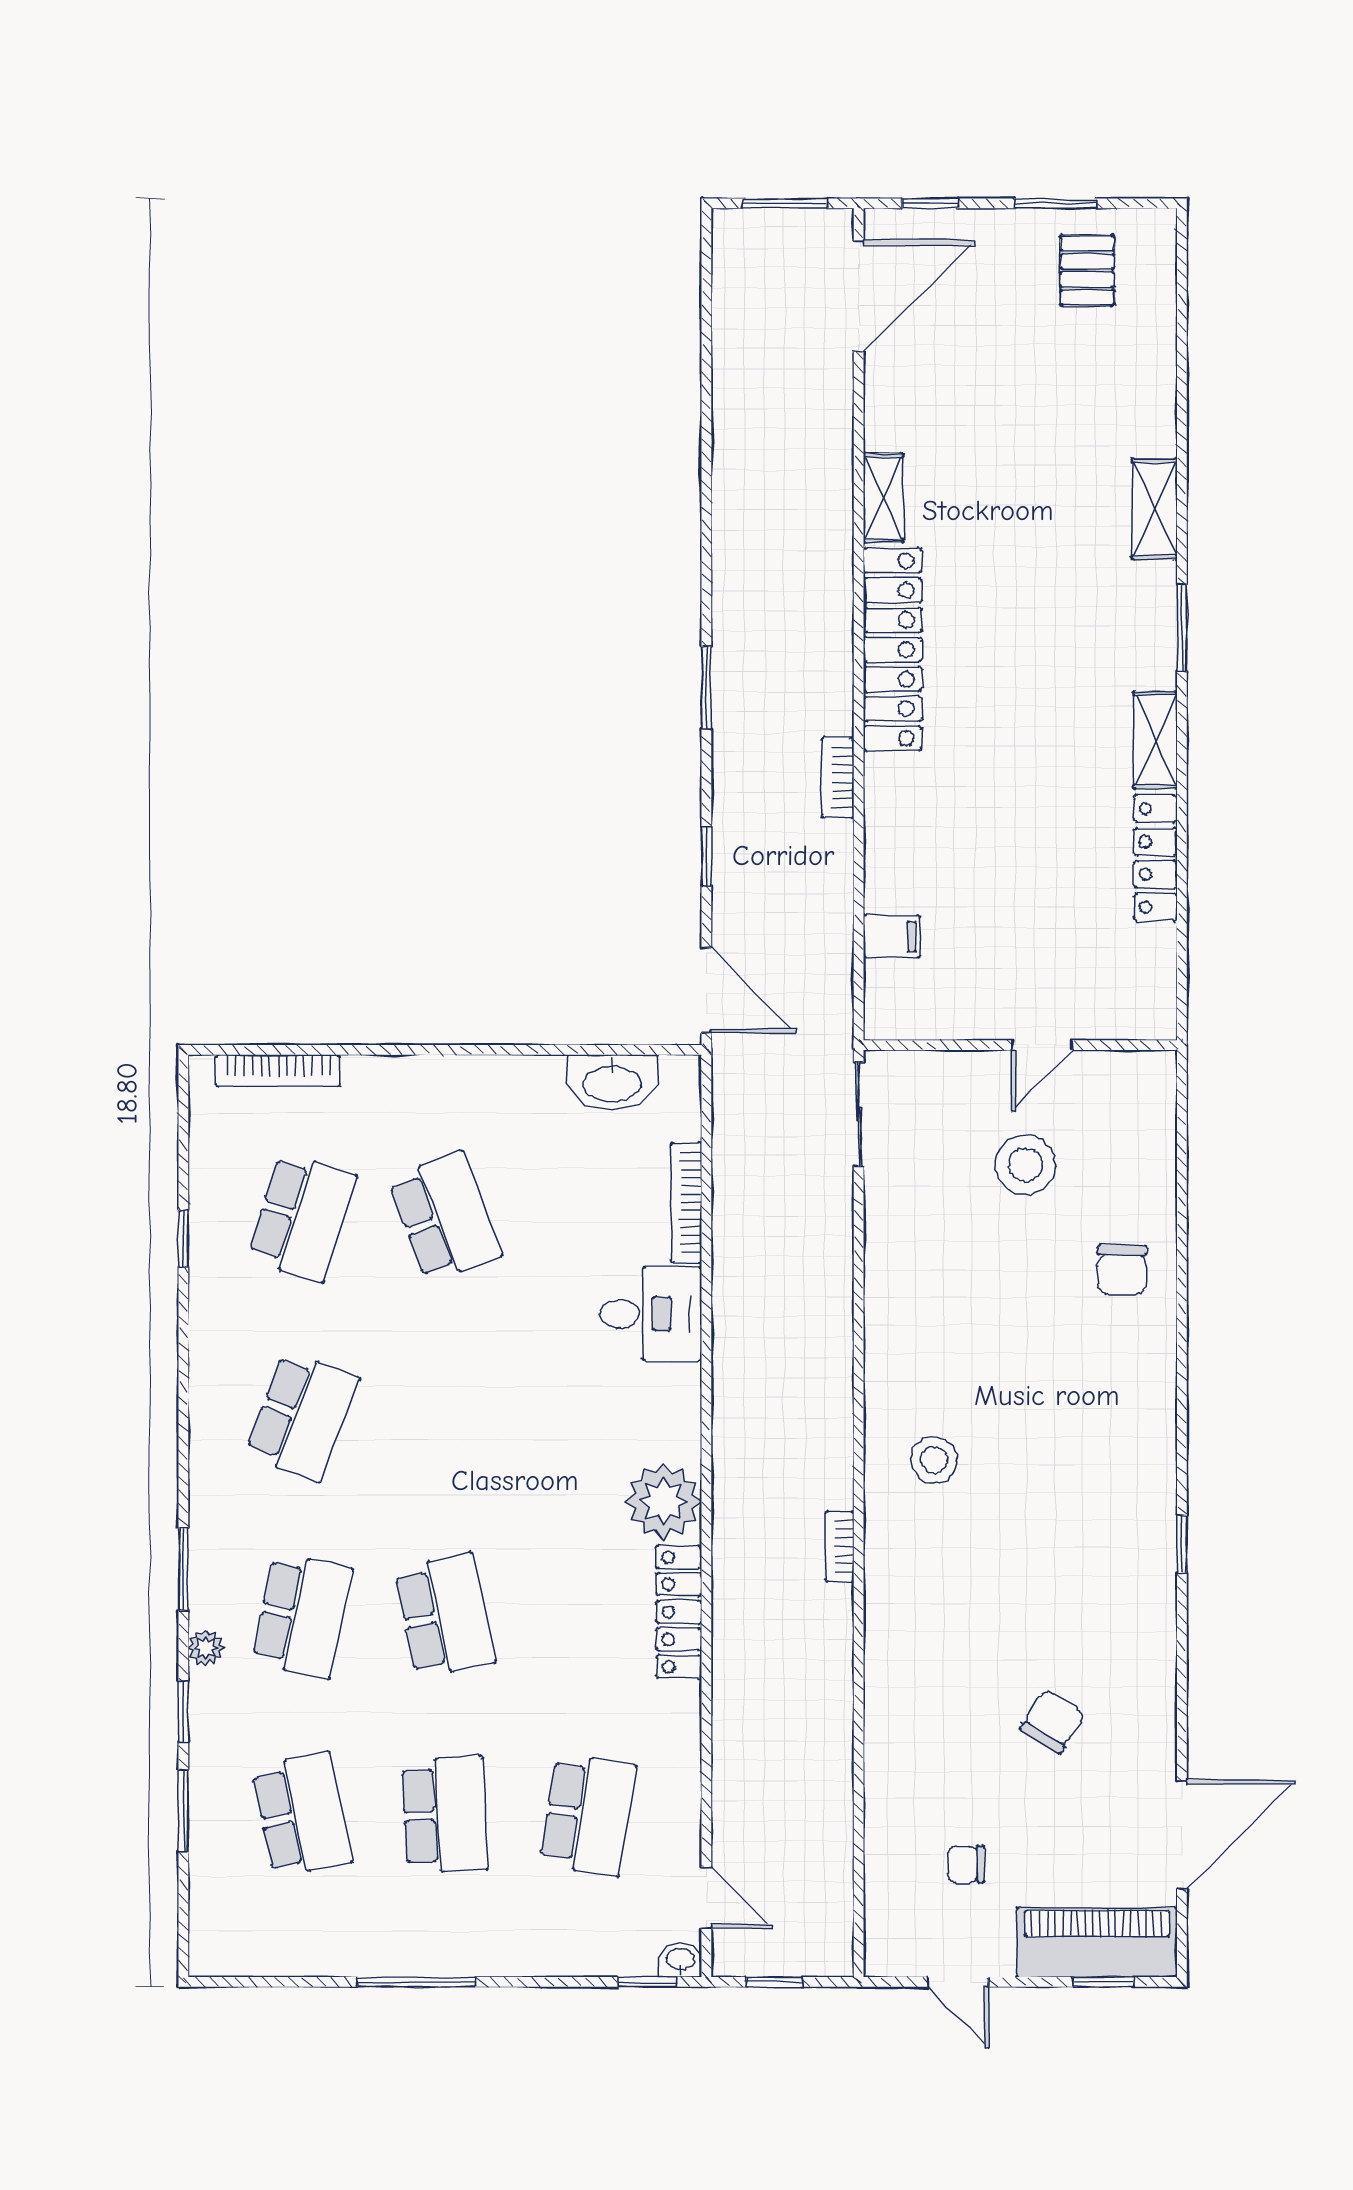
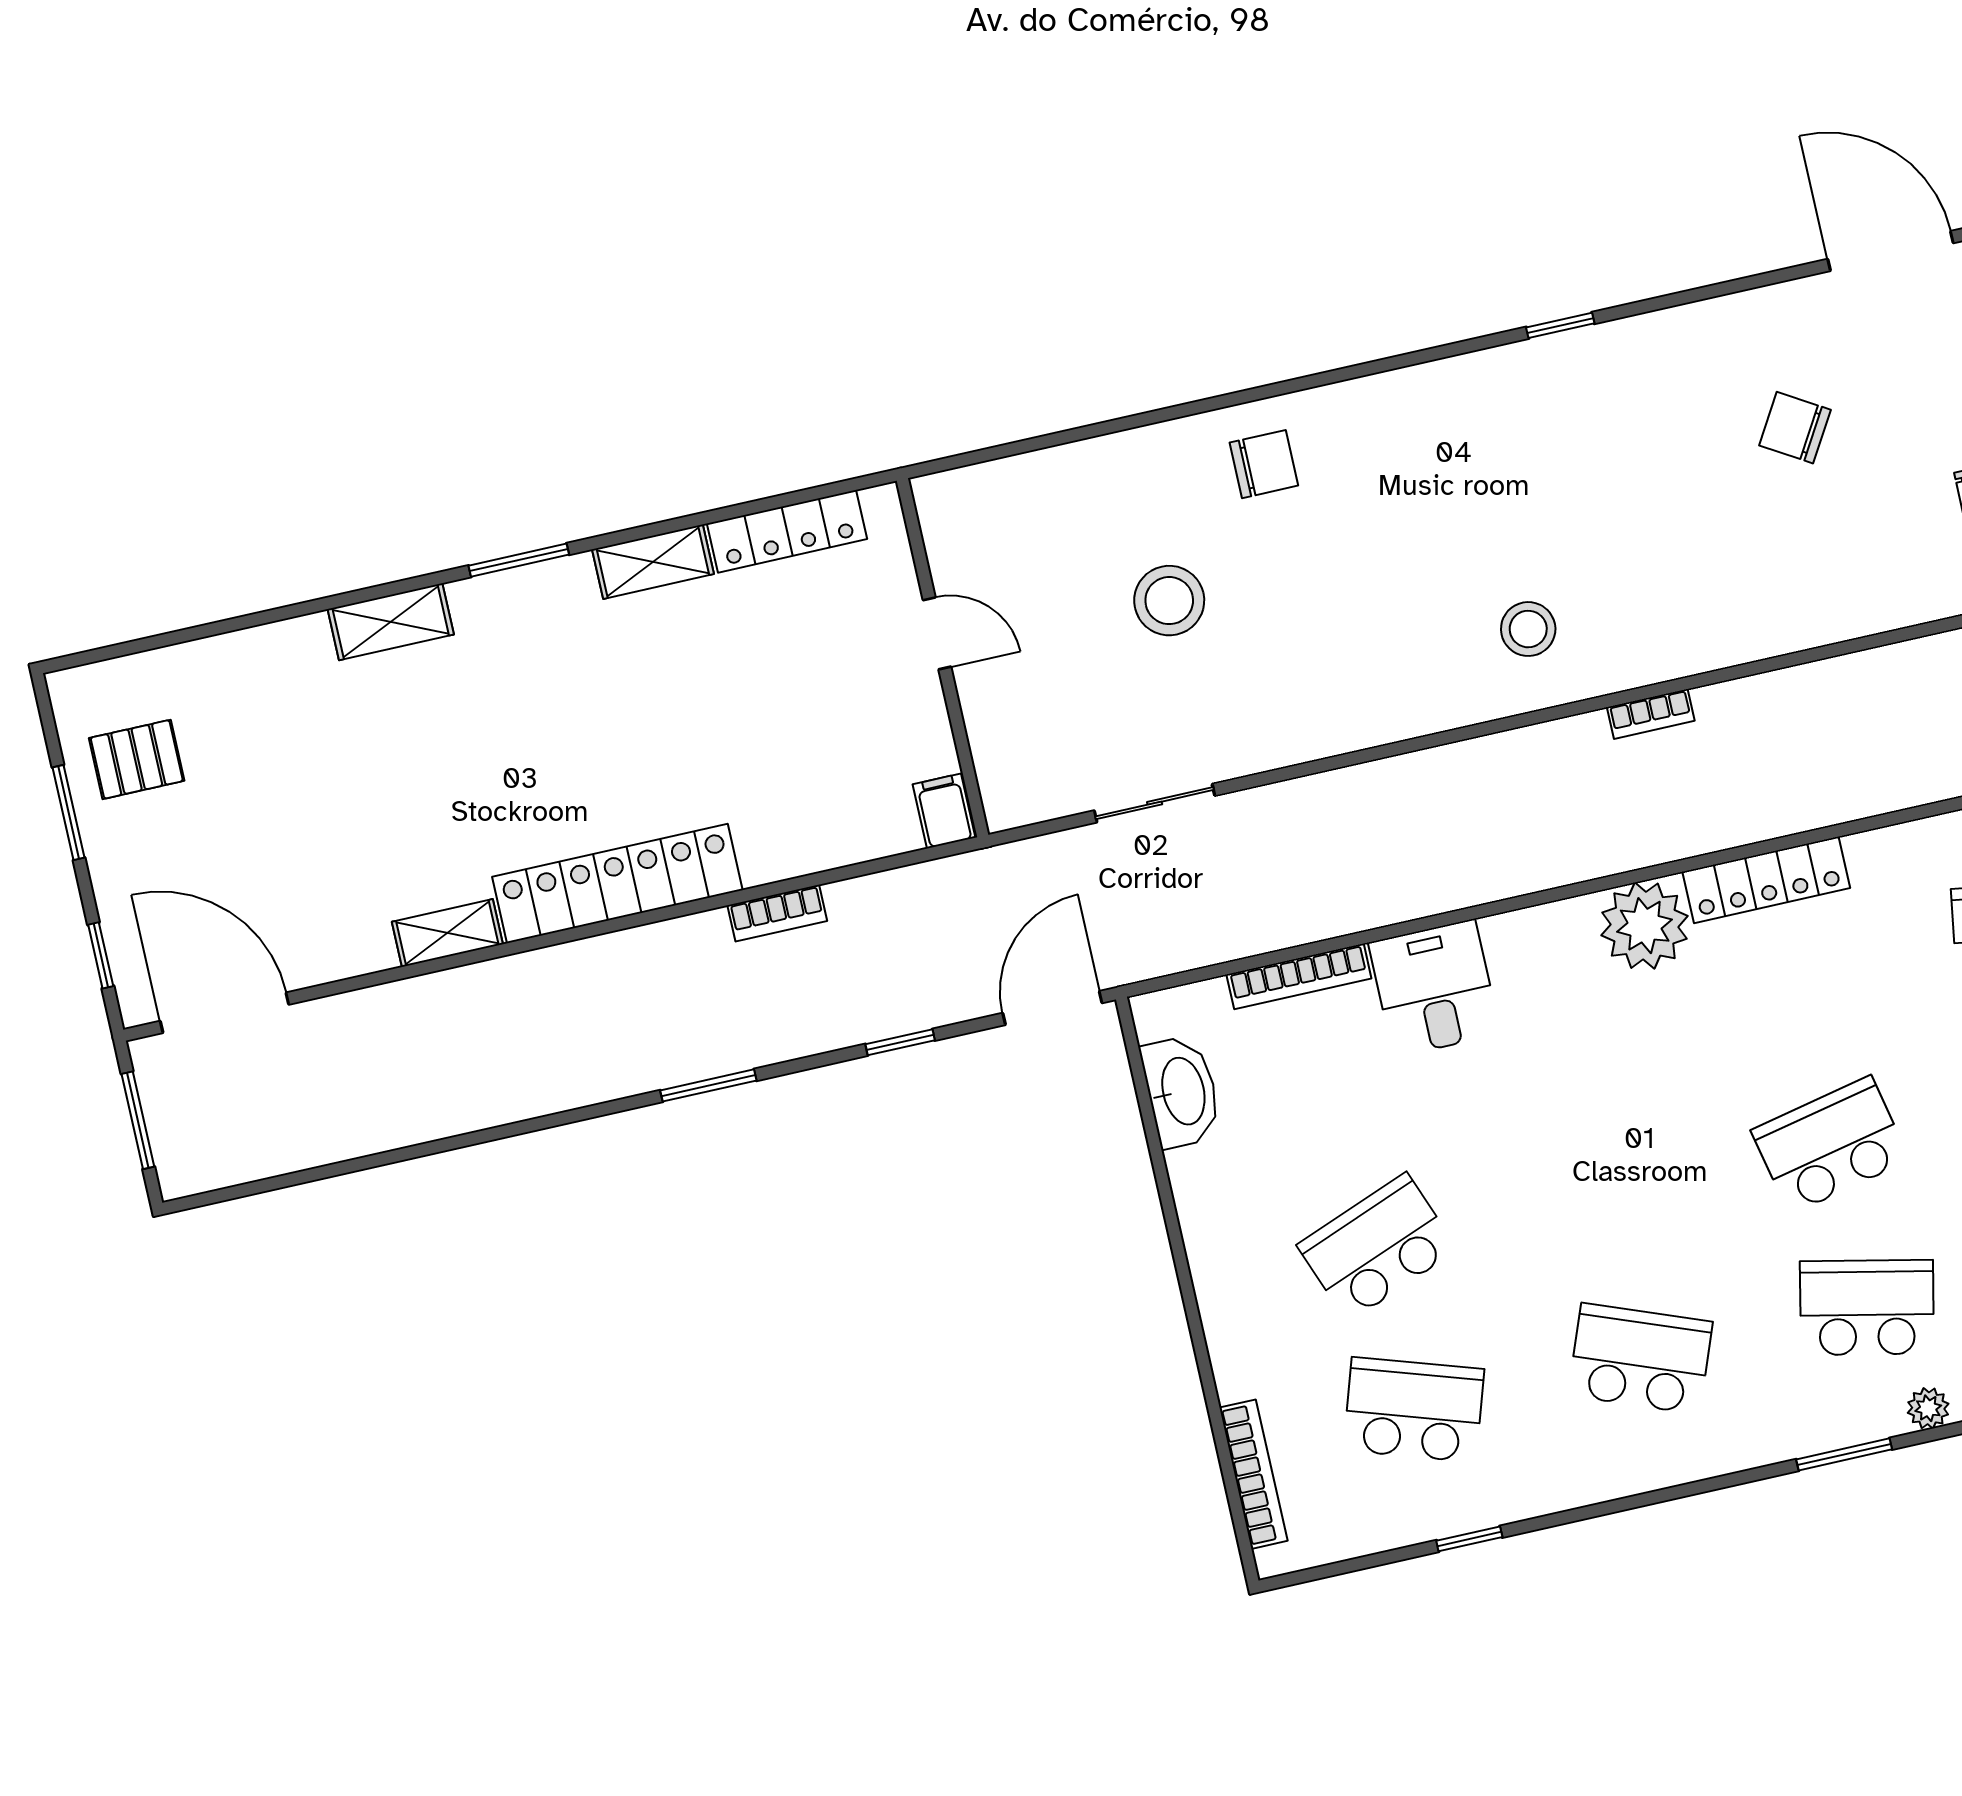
wall: (1020, 1045) -> (943, 658), moved
door: (1042, 1045) -> (937, 633), moved

